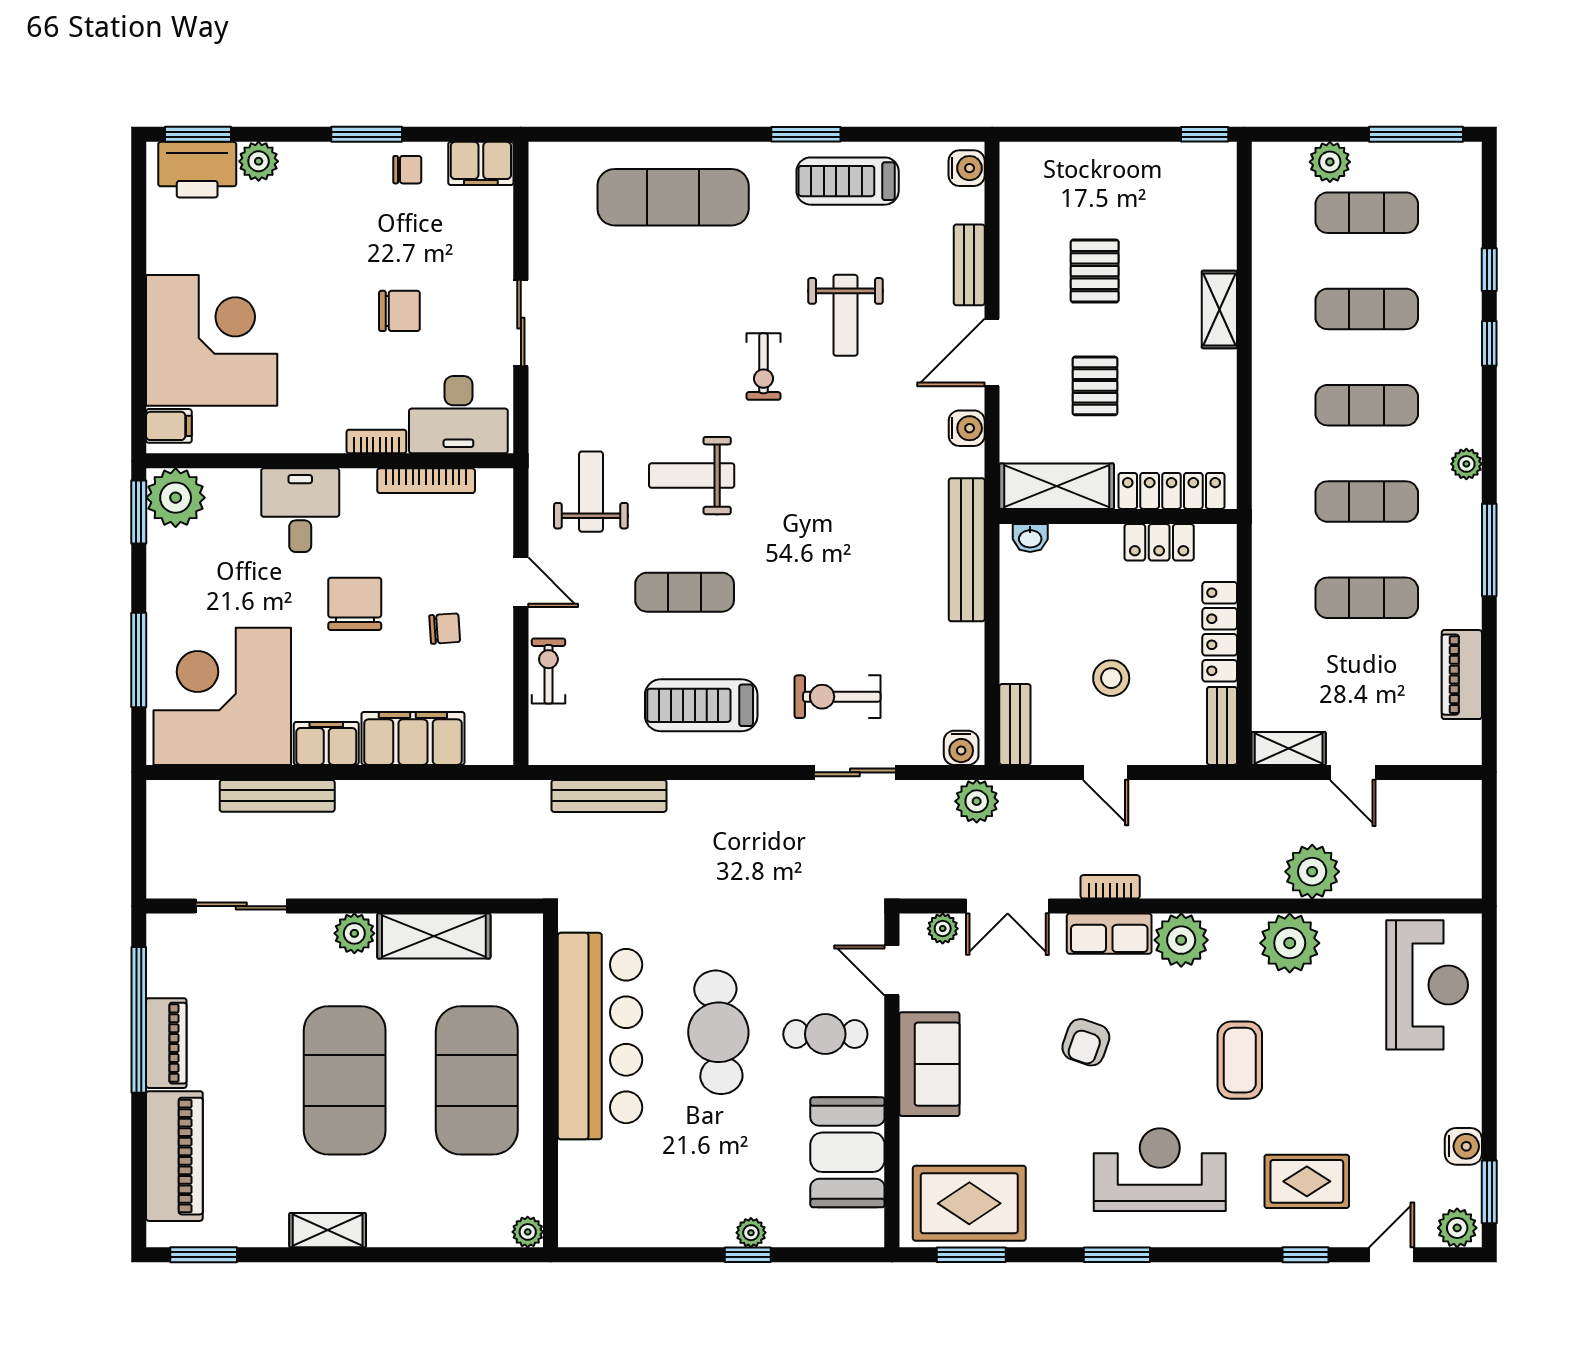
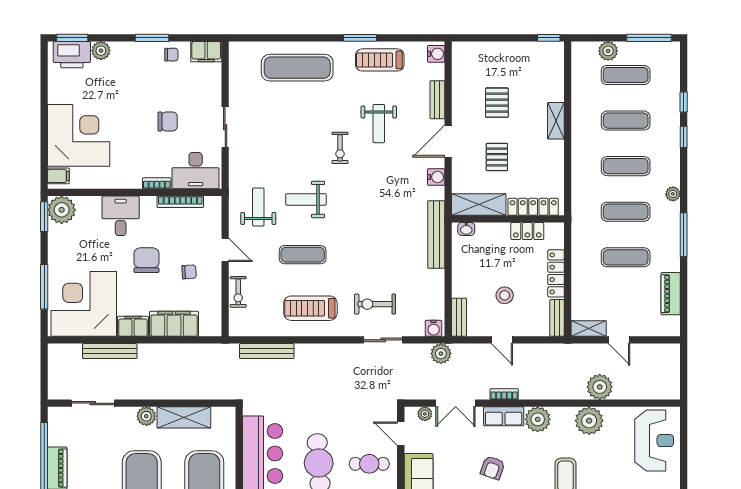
exercise bike: (548, 671) -> (238, 292), turned 180

